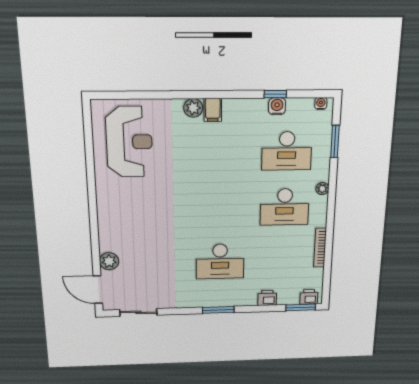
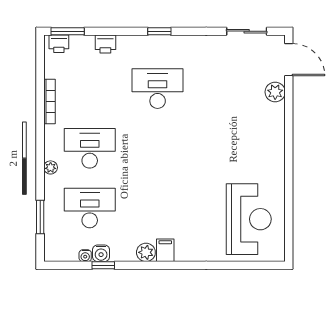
water cooler: (321, 103) -> (85, 256), moved
plant: (193, 108) -> (146, 252), moved
reception desk: (129, 142) -> (249, 219), turned 180
window: (218, 310) -> (159, 31), width x0.67

